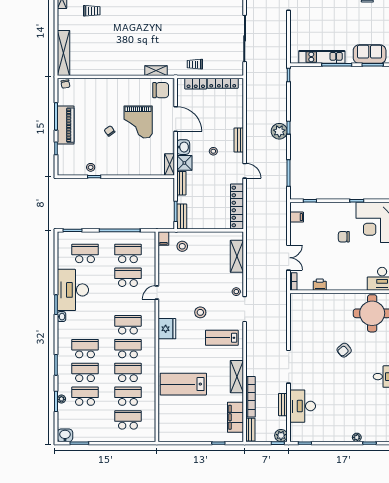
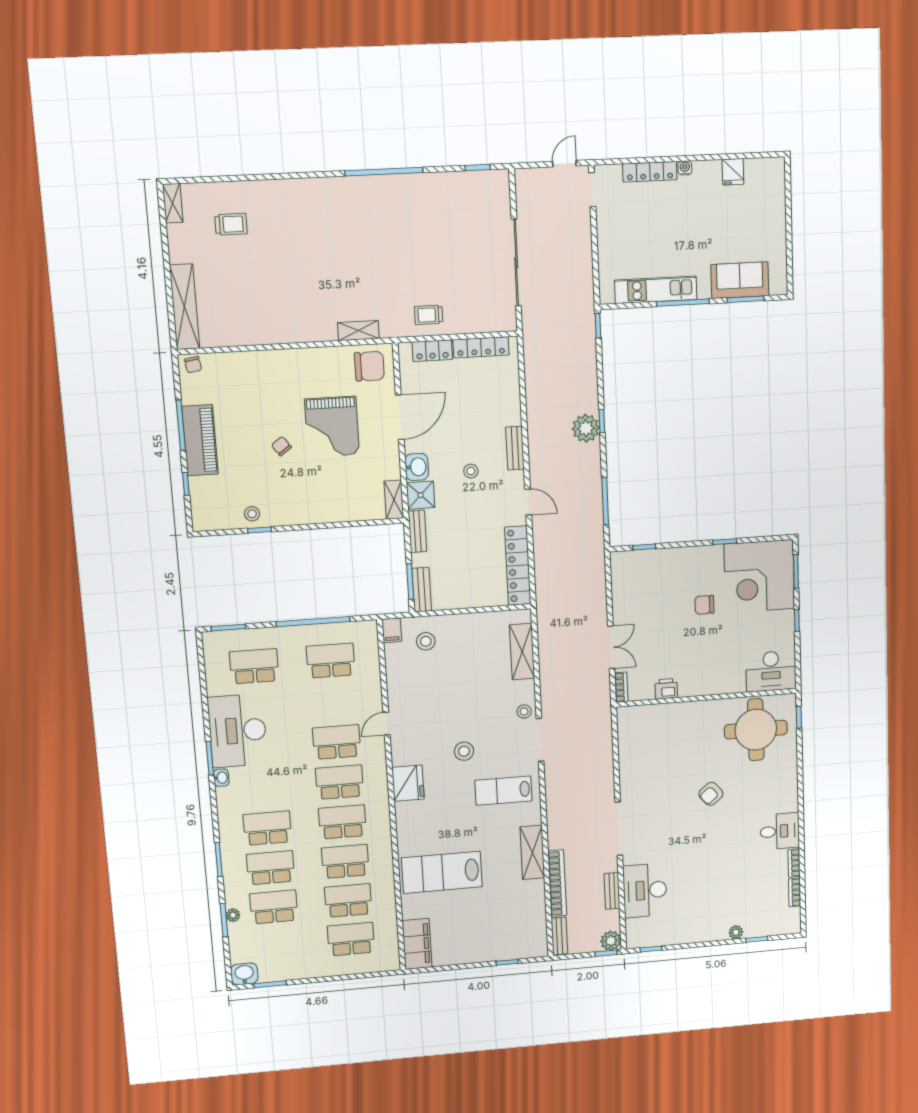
door: (176, 119) -> (400, 417), hinge flipped
filing cabinet: (297, 217) -> (622, 577), removed
school desk: (128, 277) -> (337, 742), moved
filing cabinet: (235, 417) -> (417, 944), moved, turned 180

